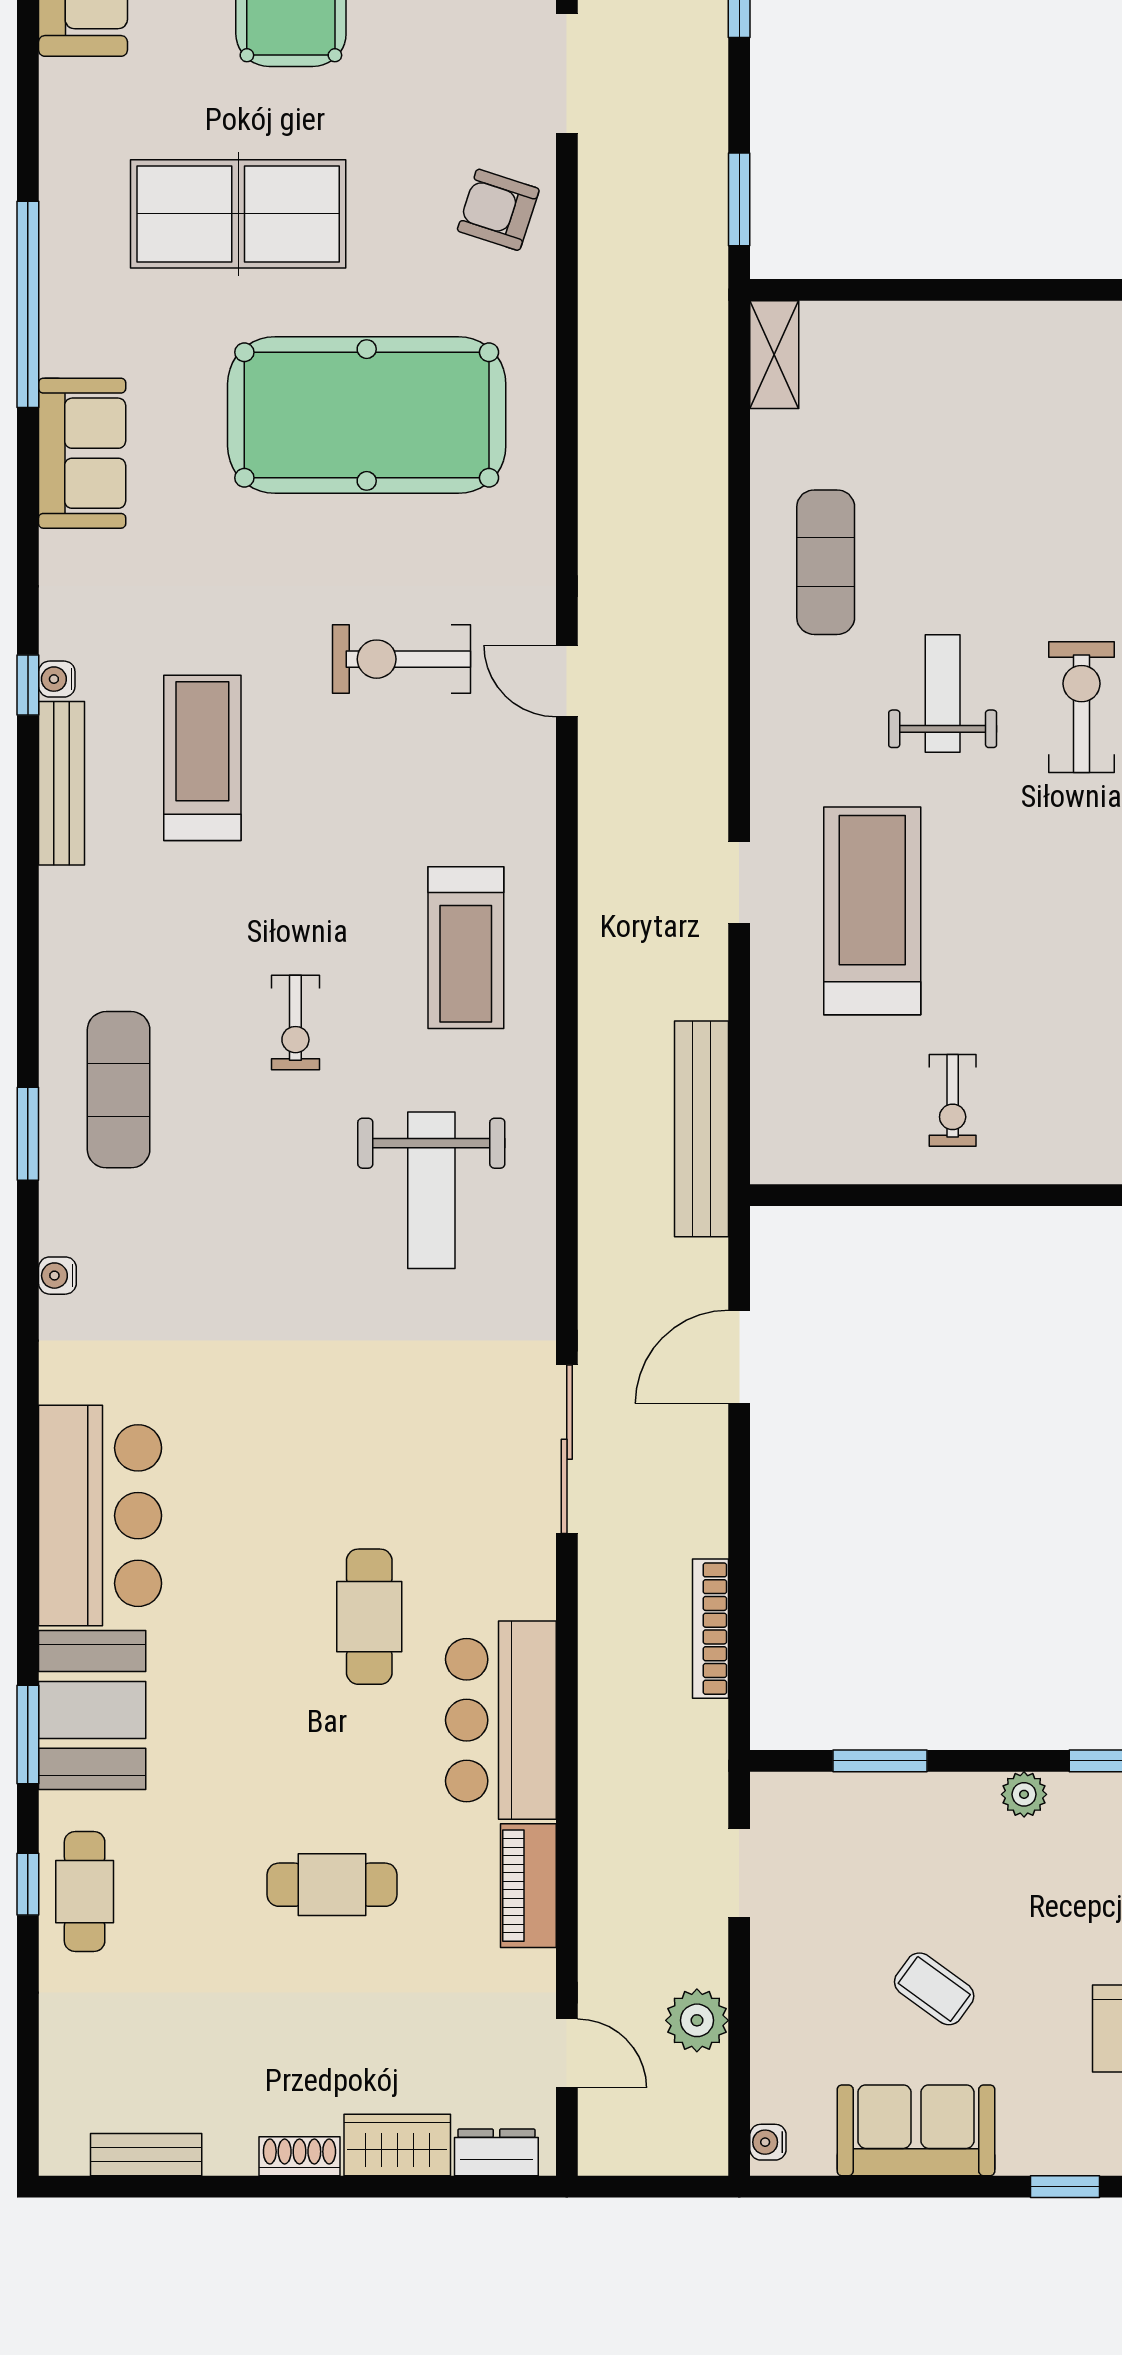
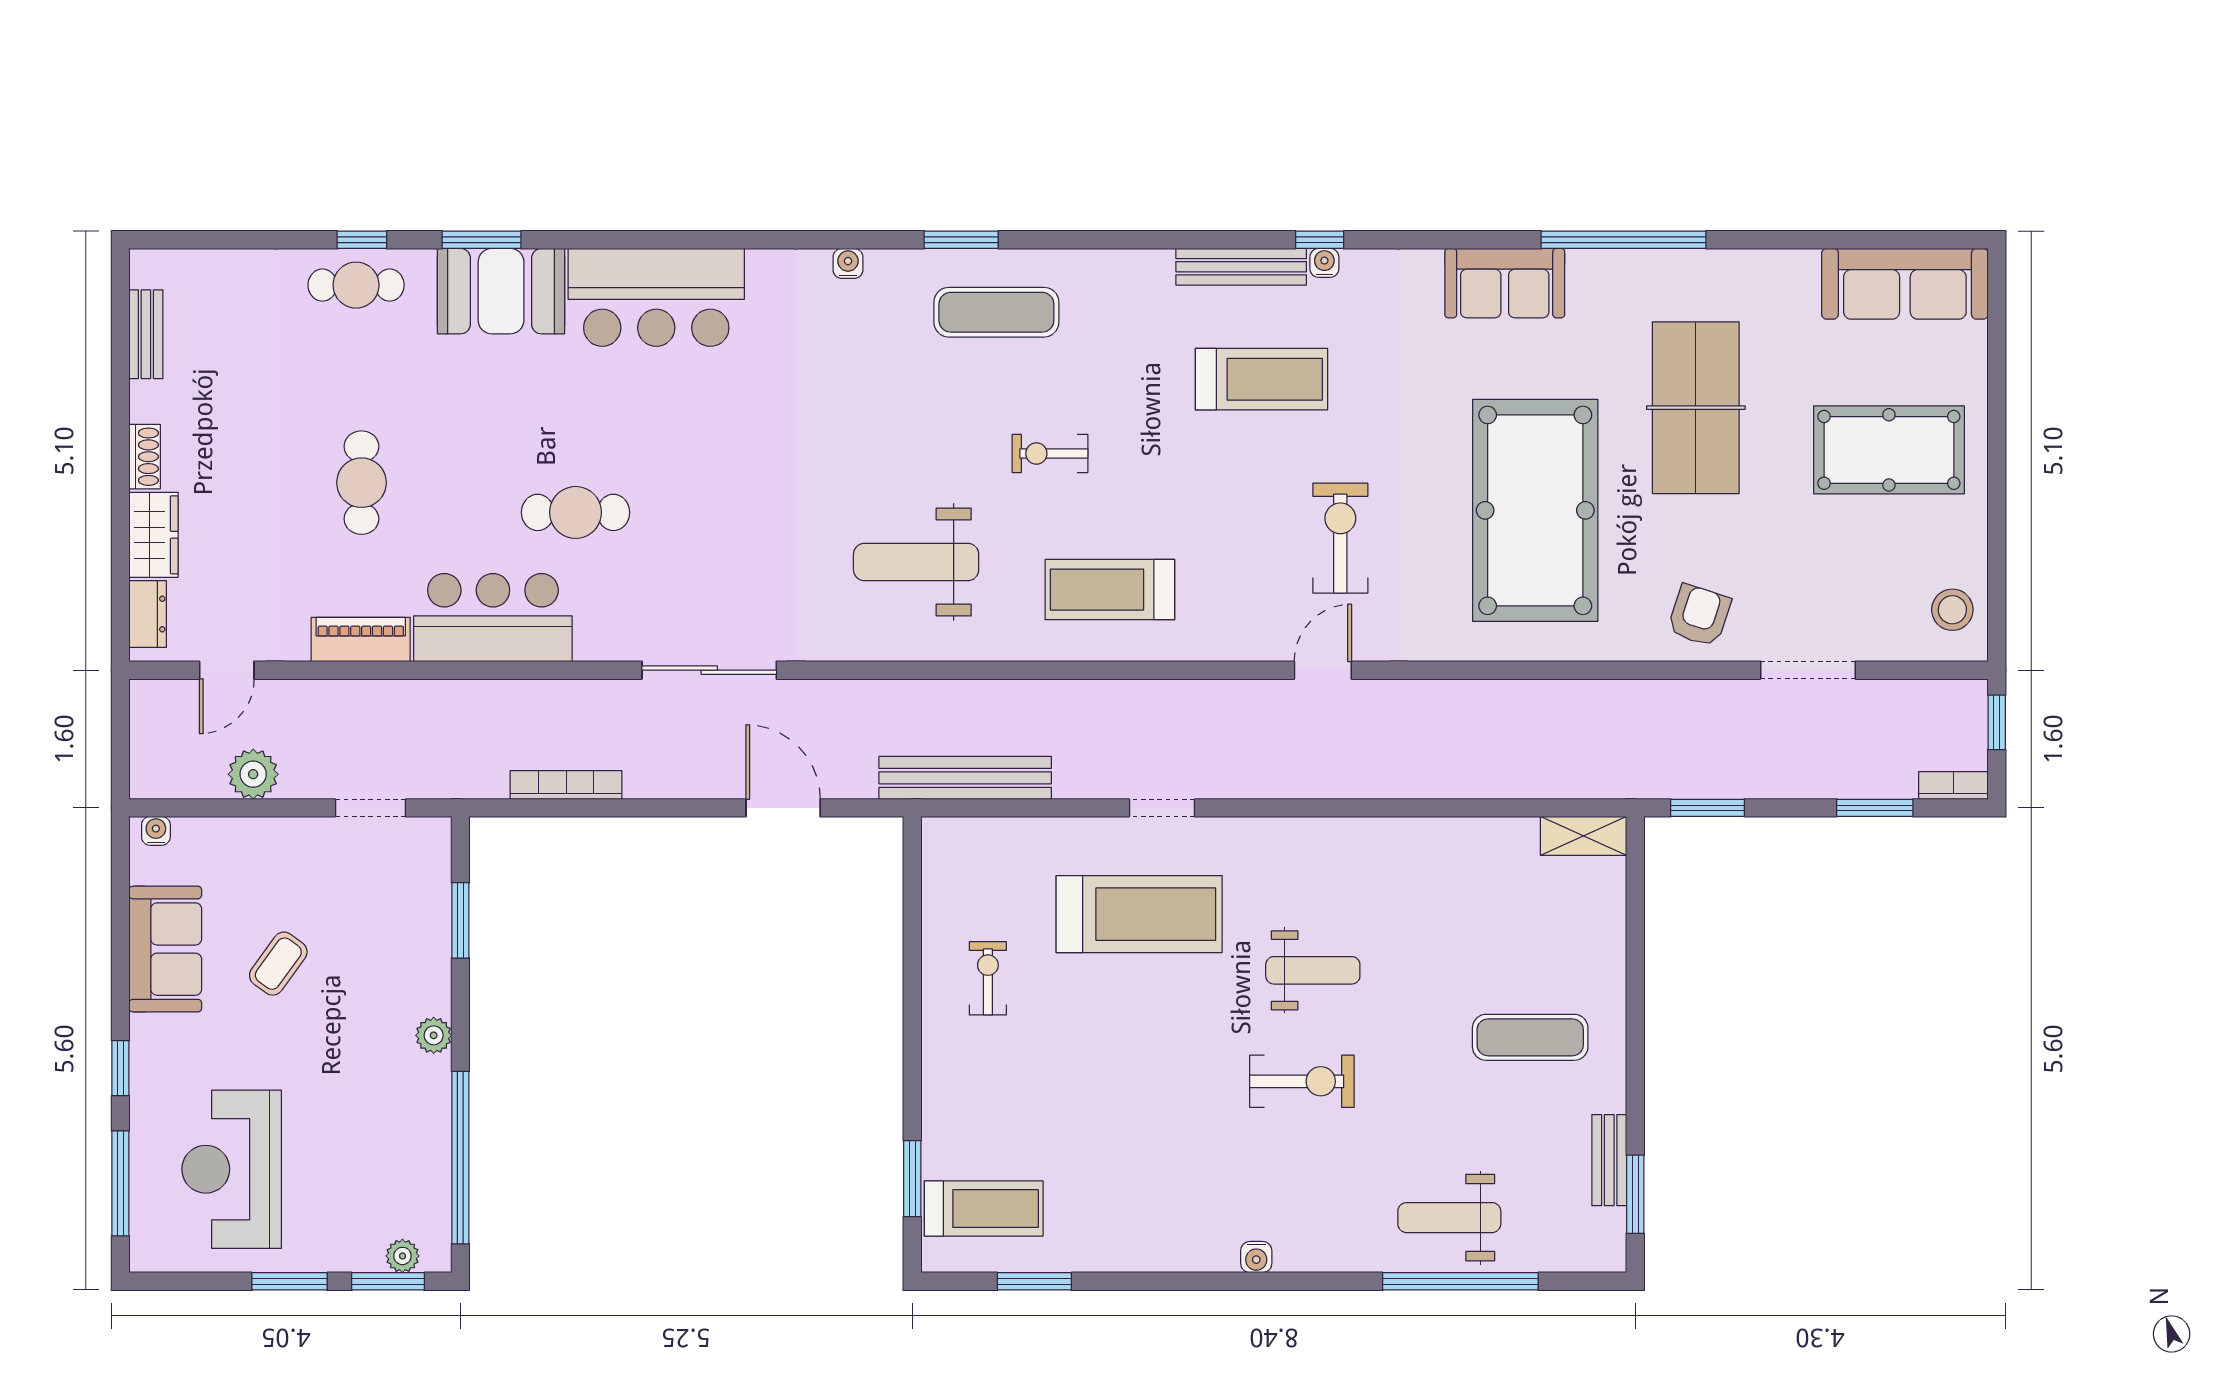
exercise mat: (826, 562) -> (1530, 1037), moved
exercise bike: (953, 1100) -> (988, 978), turned 90

